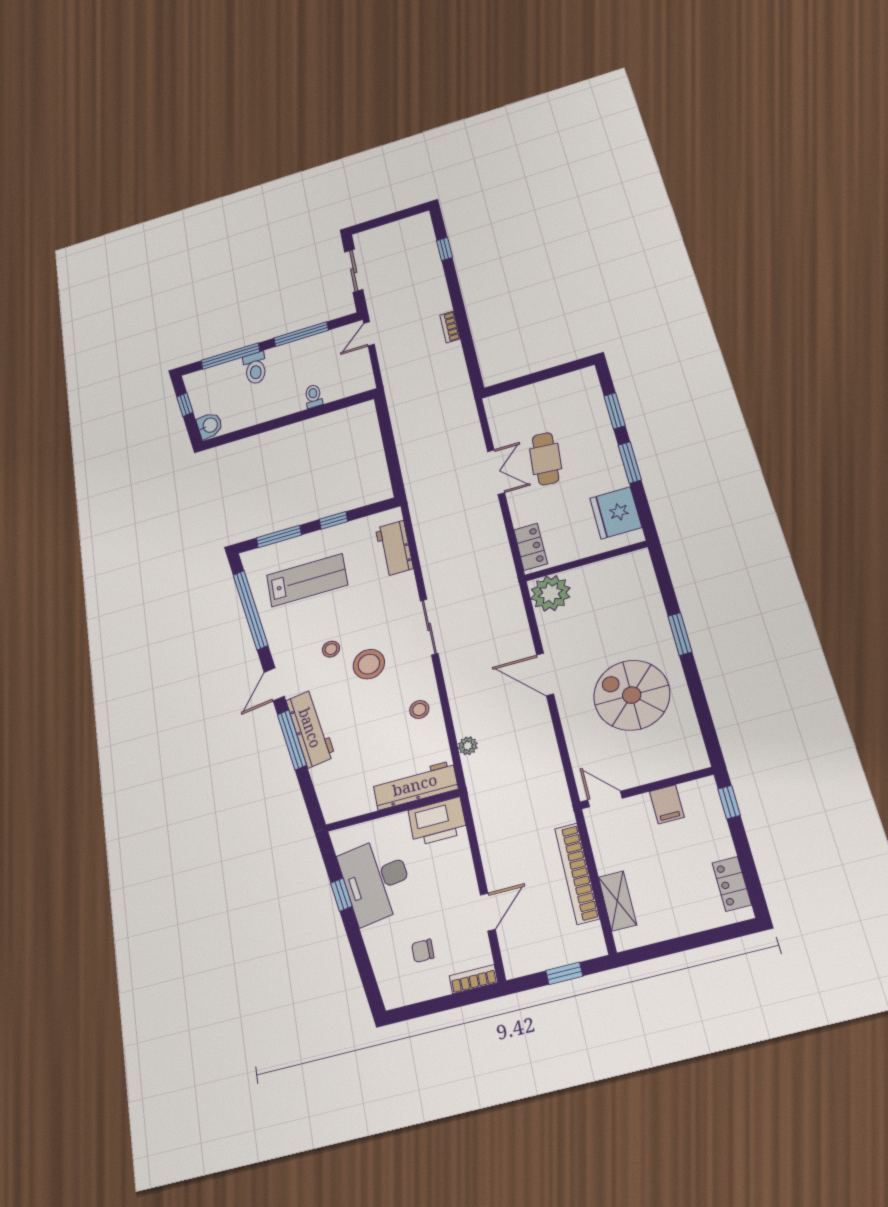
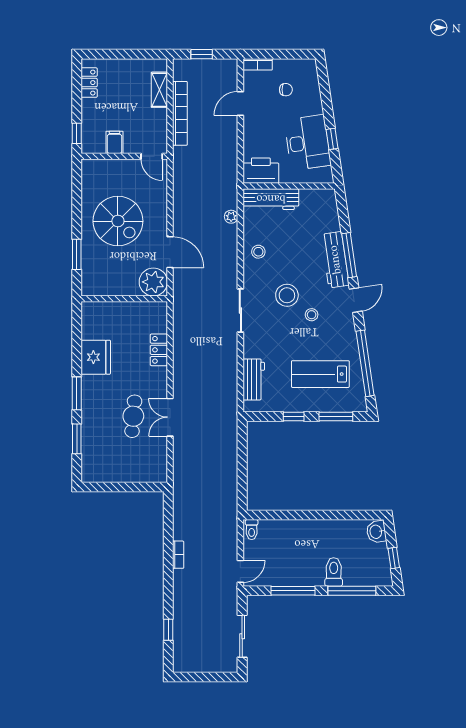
toilet: (313, 396) -> (252, 530), moved
wall: (586, 561) -> (124, 299), moved
plant: (550, 593) -> (153, 282), moved

